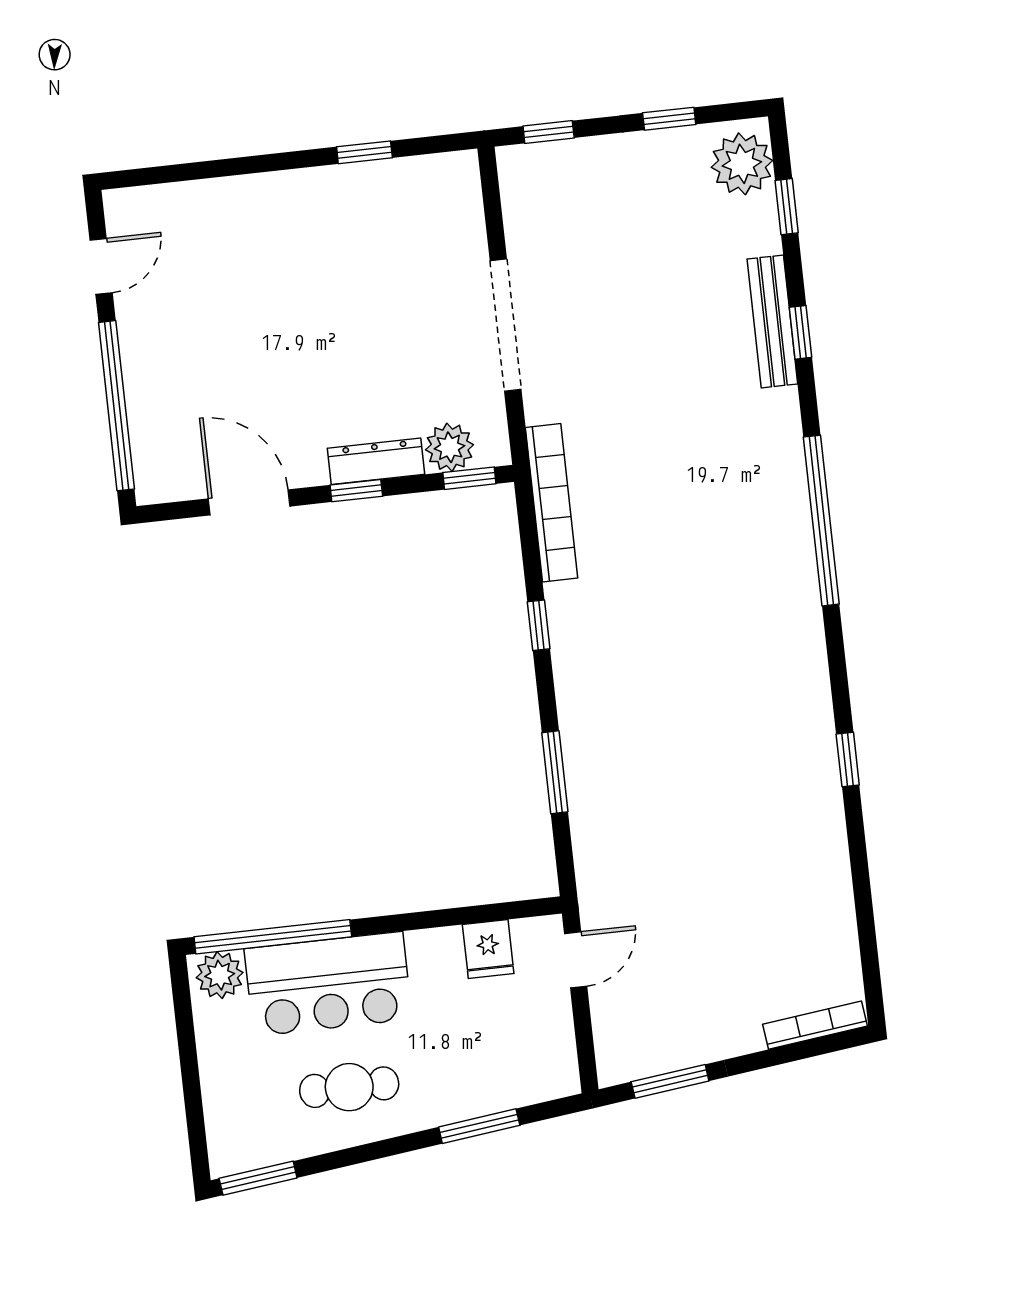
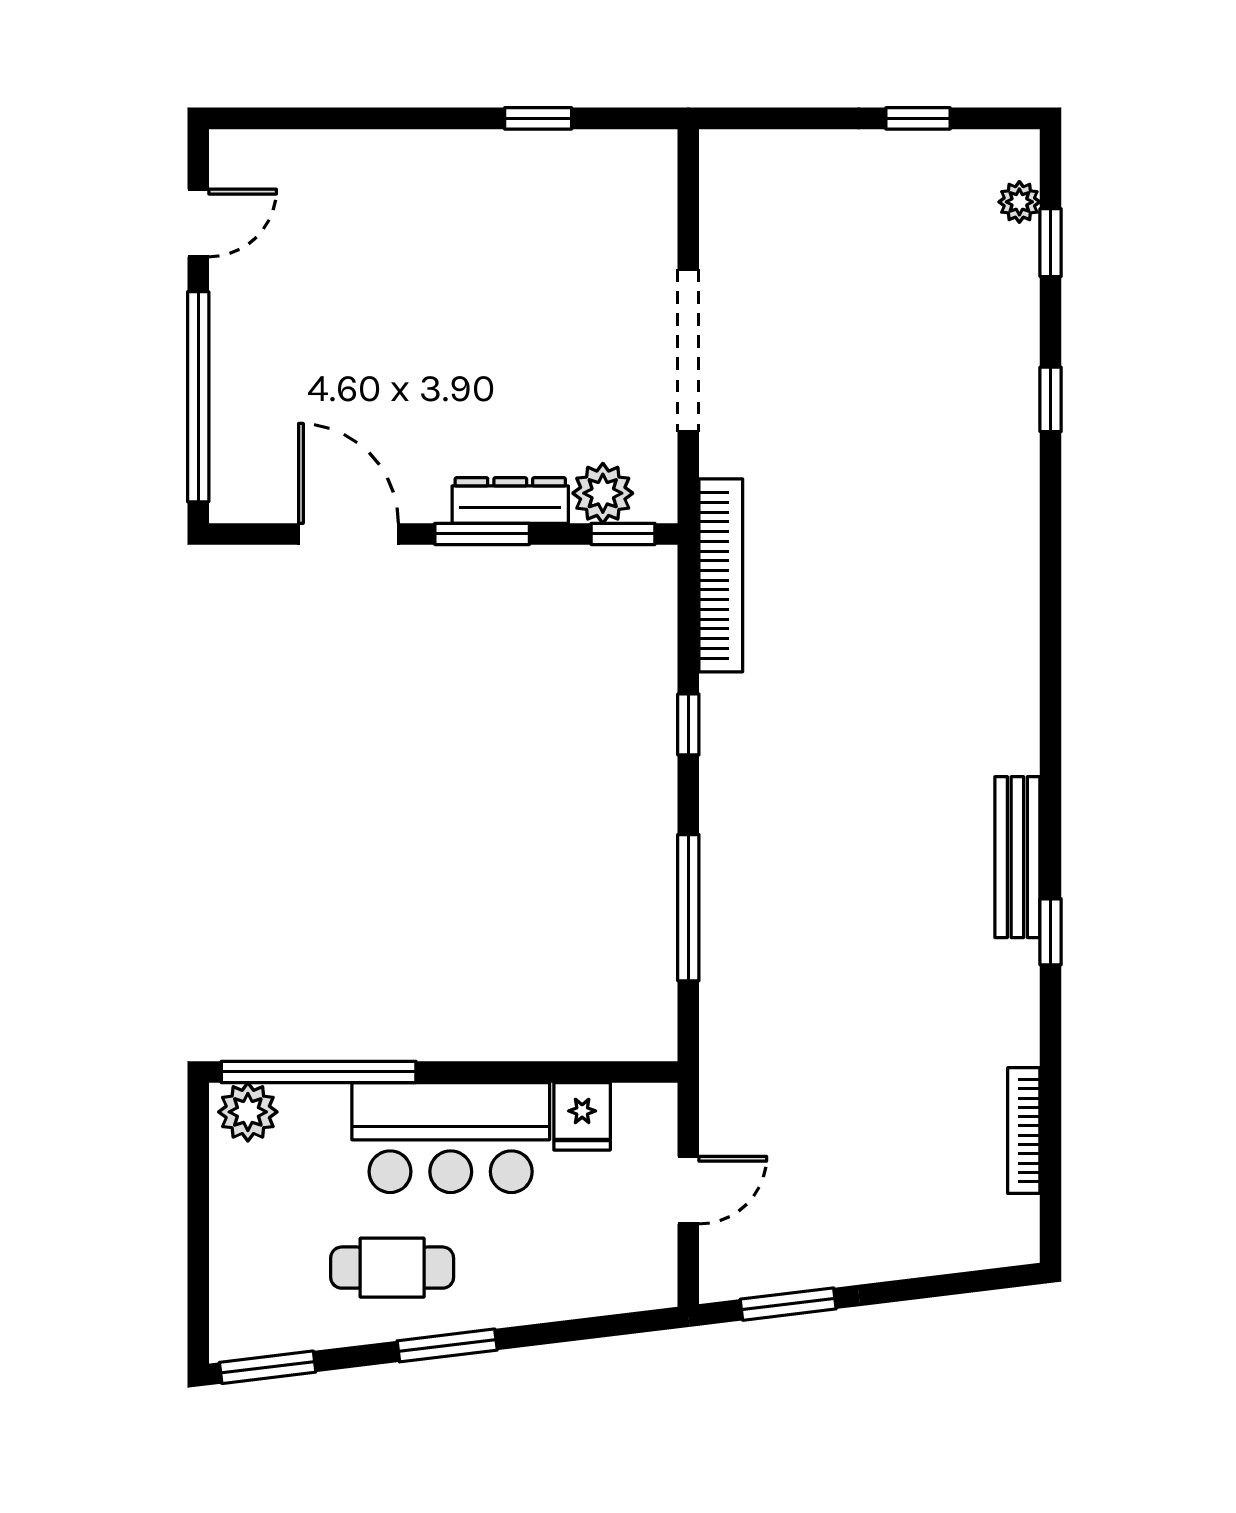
window: (549, 132) -> (768, 118), removed
plant: (742, 164) -> (1019, 202), width x0.53, depth x0.53
bench: (772, 321) -> (1017, 857), moved
window: (356, 491) -> (482, 534), width x1.50
window: (821, 521) -> (1051, 634), removed
window: (555, 772) -> (688, 908), width x1.44
door: (576, 960) -> (688, 1190), moved
bar counter: (328, 984) -> (451, 1138), moved
bookcase: (815, 1025) -> (1024, 1131), moved, turned -83
window: (479, 1126) -> (447, 1345), moved

